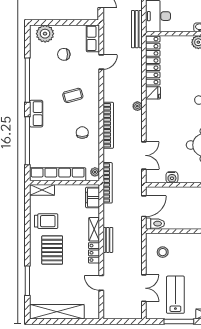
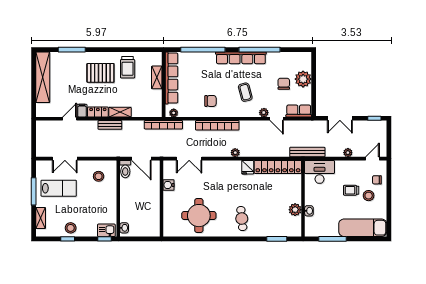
plant: (45, 34) -> (303, 79), moved
plant: (95, 76) -> (264, 113), added
row of seats: (36, 114) -> (241, 58), width x2.02
shelving: (42, 190) -> (157, 77), moved
filing cabinet: (93, 197) -> (82, 111), moved, width x0.50

